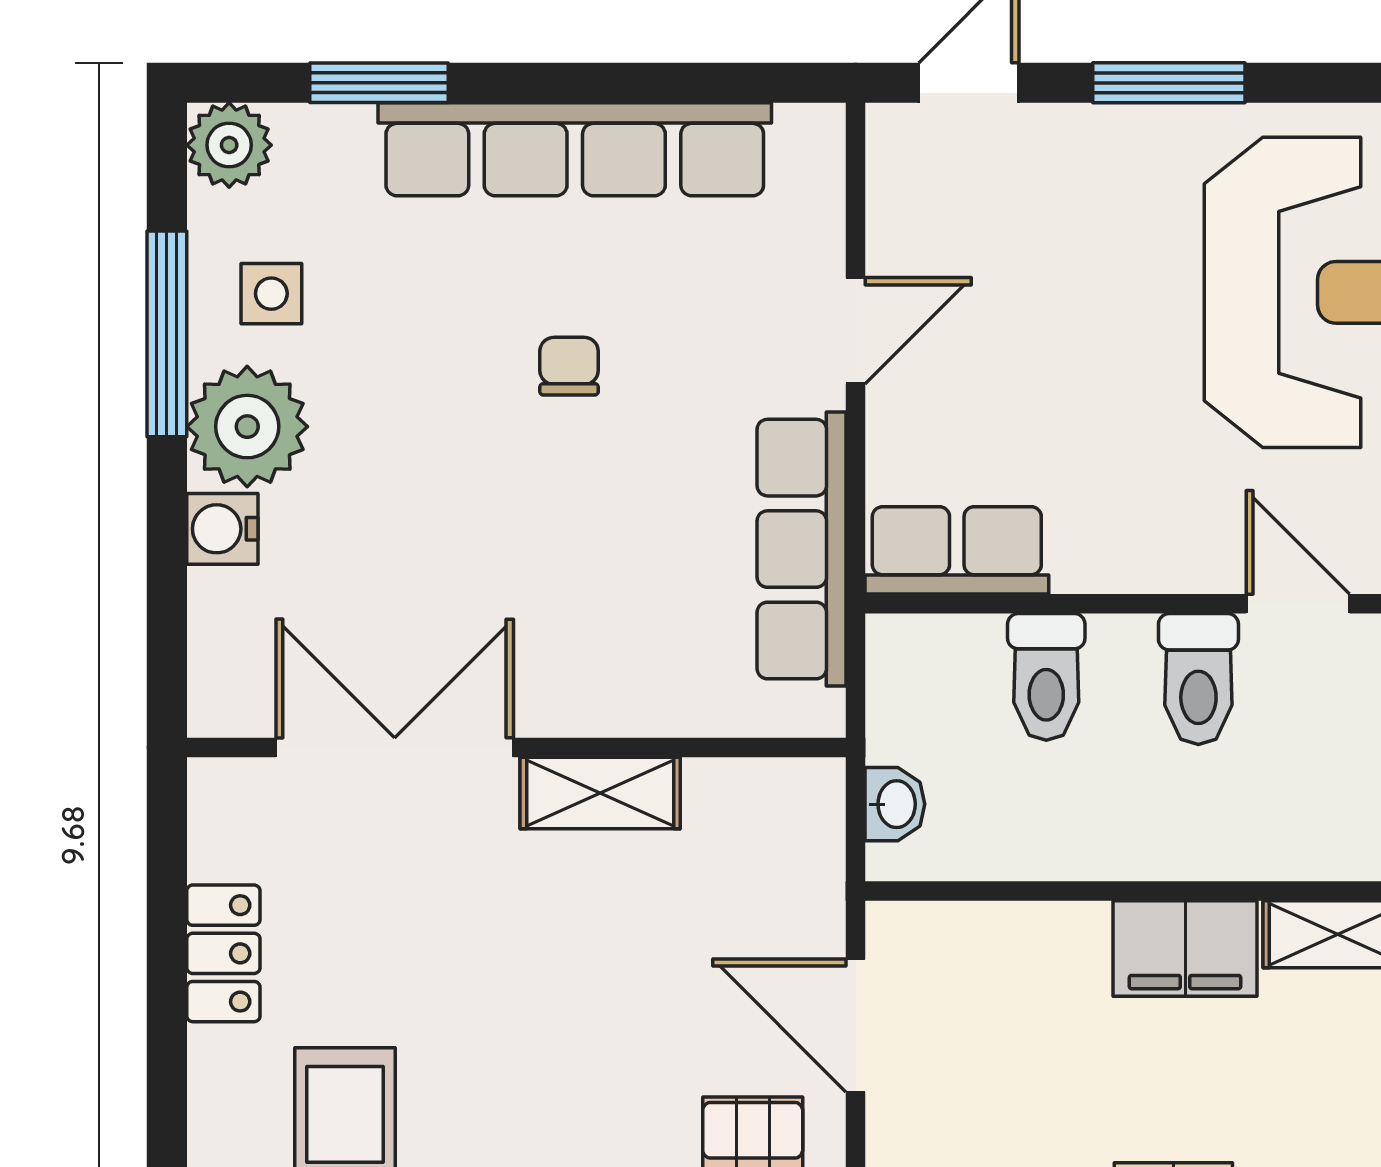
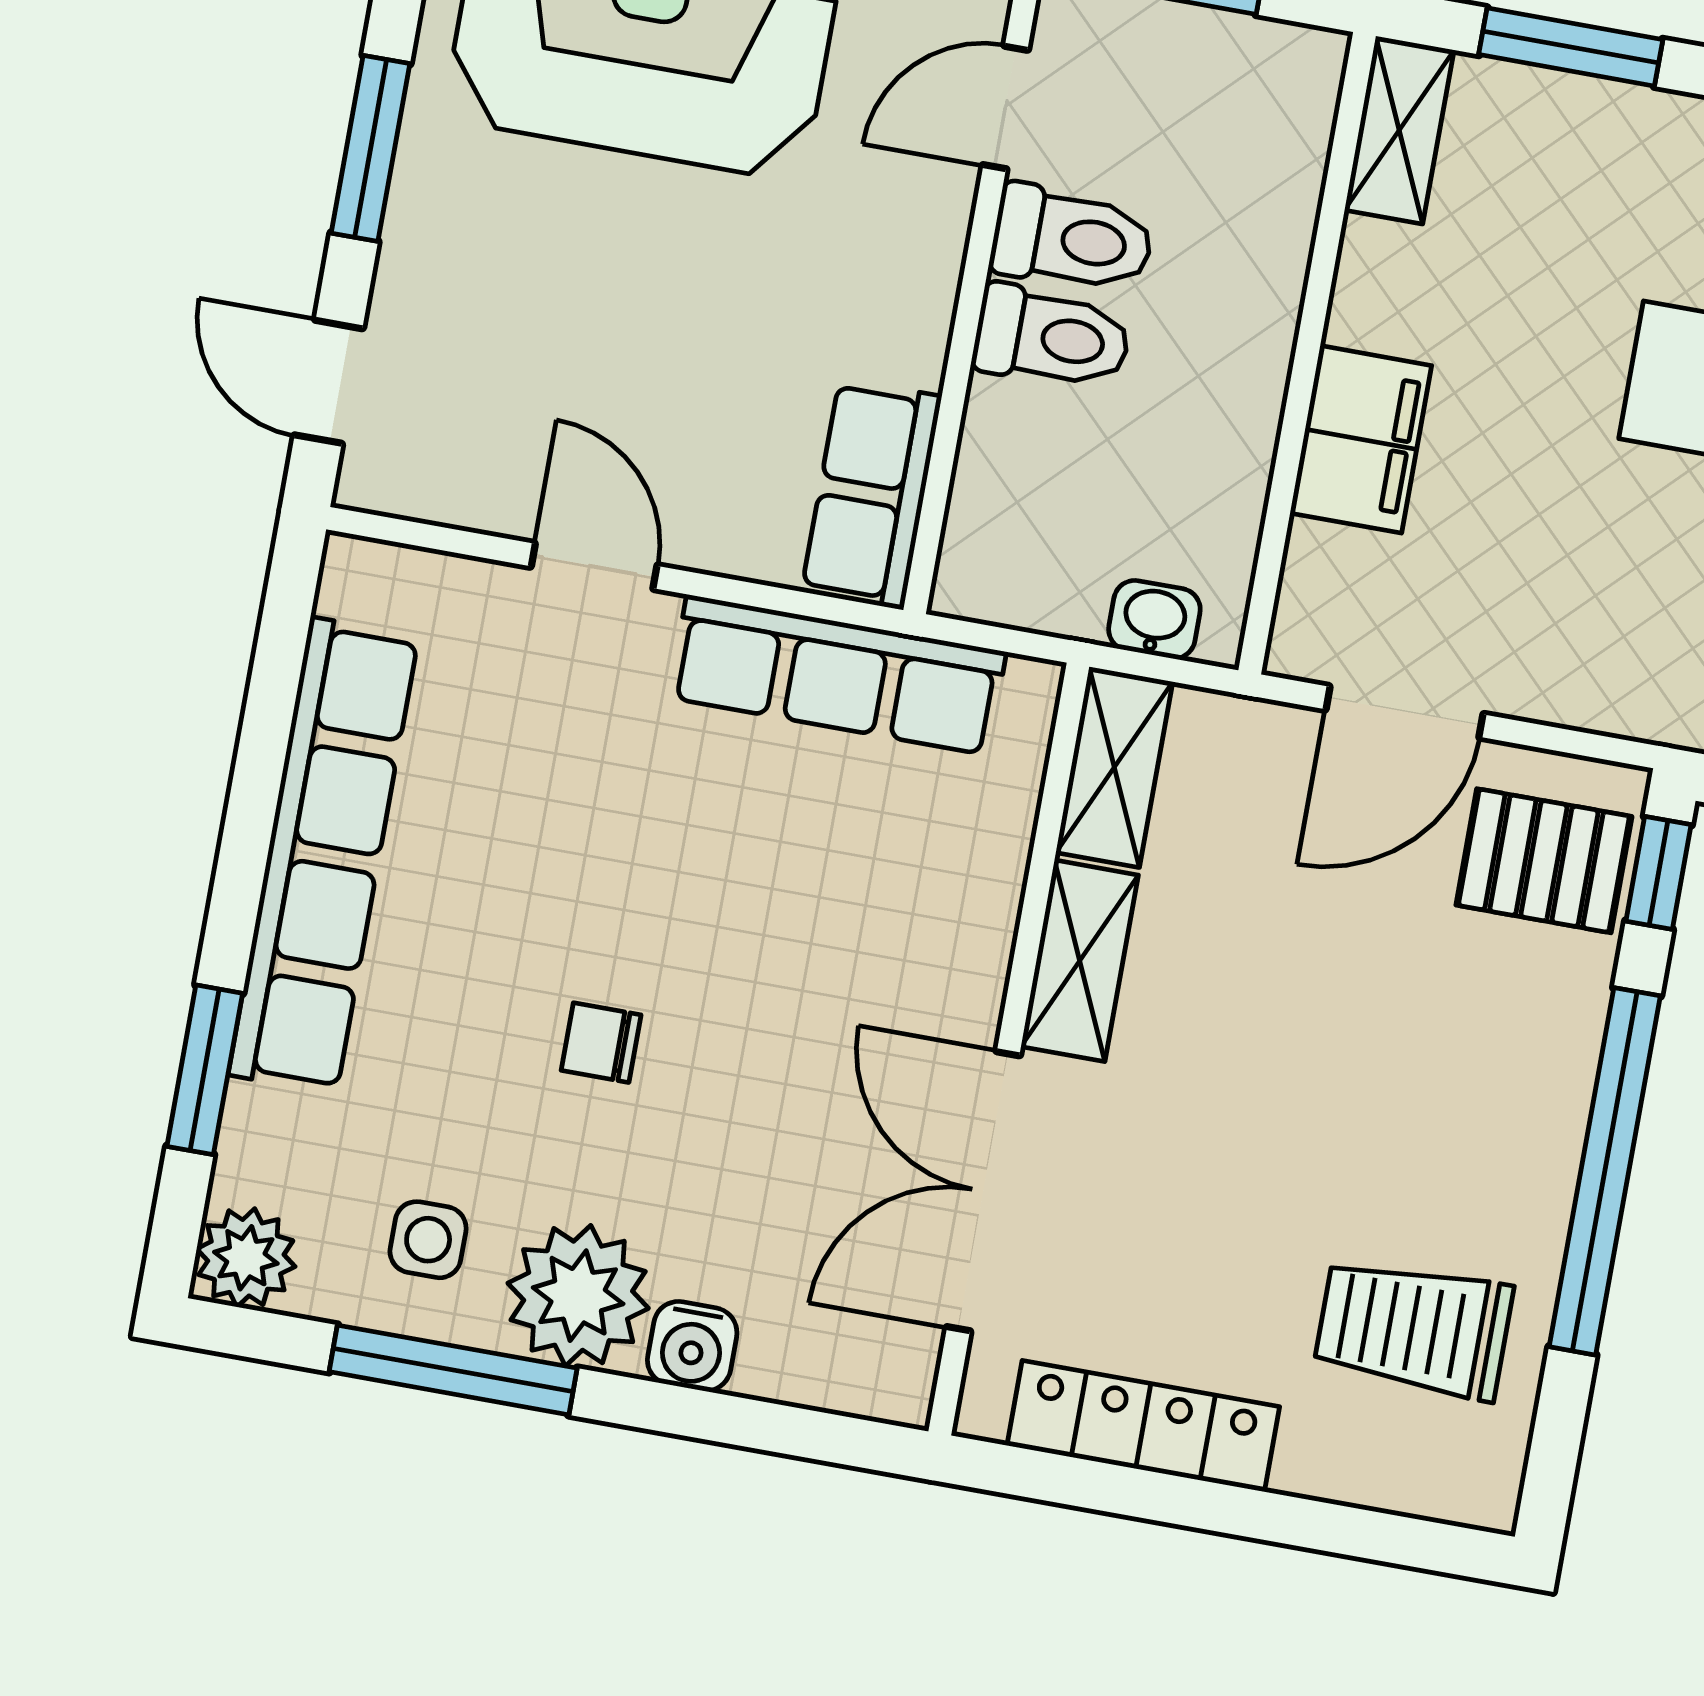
chair: (569, 366) -> (601, 1043), moved
toilet: (1046, 677) -> (1052, 338), moved
shelving: (766, 793) -> (1114, 767), added
filing cabinet: (1185, 949) -> (1361, 439), moved
locker: (223, 953) -> (1143, 1426), width x1.53

